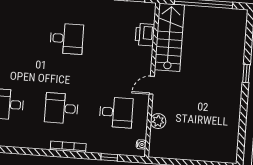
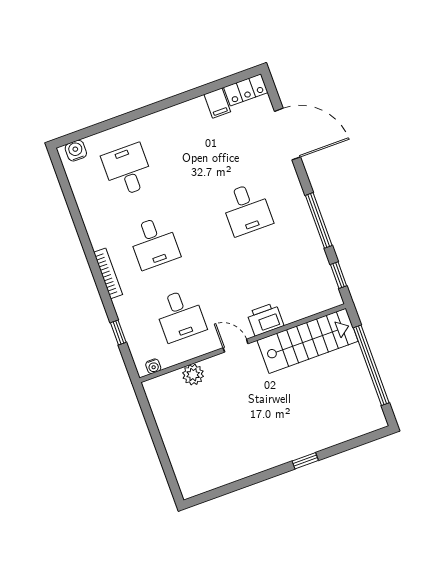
printer: (145, 35) -> (265, 319), moved
desk: (62, 108) -> (154, 243), turned 180

